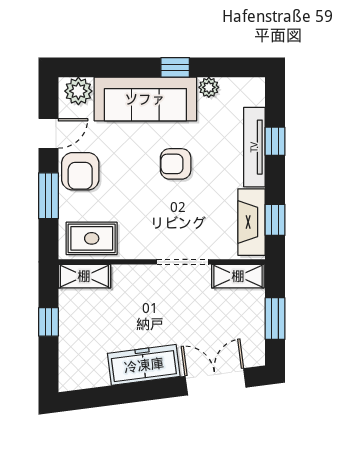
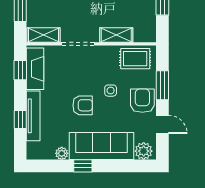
door: (48, 133) -> (162, 124), swing flipped
side table: (131, 187) -> (111, 91), added
shelving: (84, 276) -> (116, 35), moved

